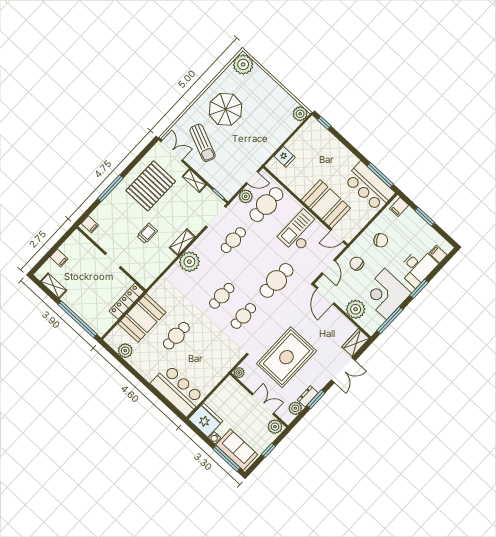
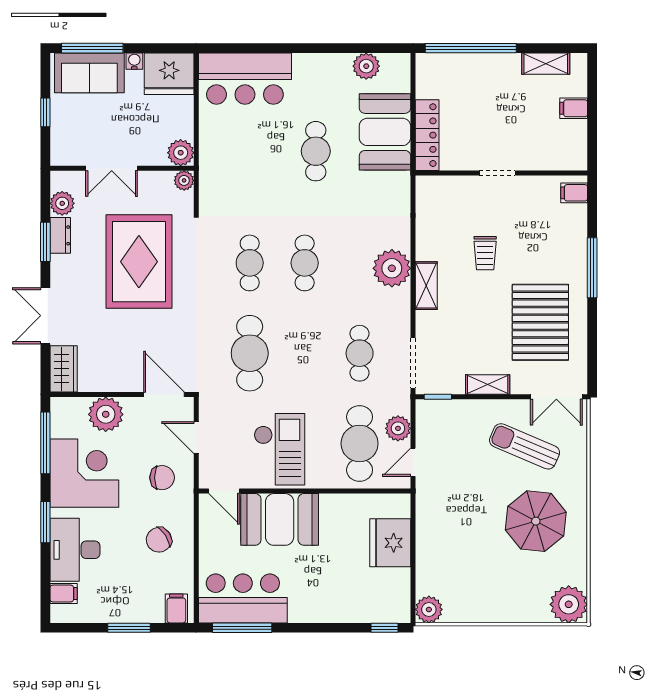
fridge: (285, 157) -> (390, 543), width x1.88, depth x1.34
door: (337, 236) -> (224, 491), swing flipped
plant: (275, 427) -> (181, 153), moved

